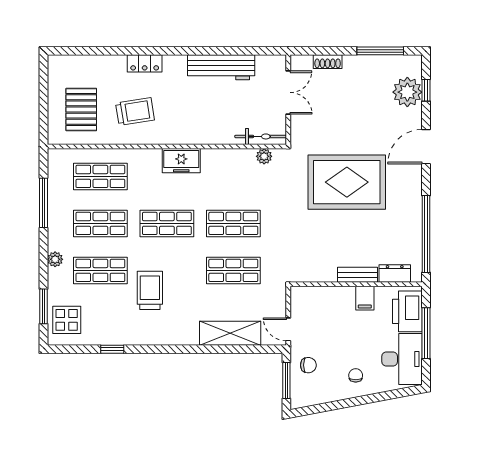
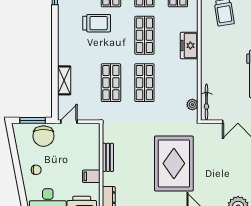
bench: (358, 275) -> (108, 157), moved
shelving: (230, 333) -> (64, 80), width x0.67, depth x0.75
chair: (308, 365) -> (43, 136), width x1.87, depth x1.87

